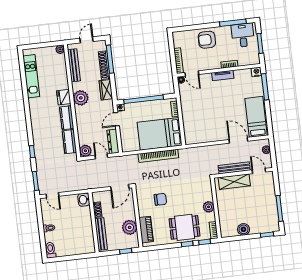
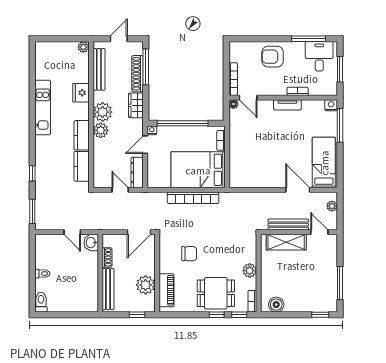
kitchen unit: (31, 76) -> (43, 107), moved
fridge: (64, 97) -> (81, 93), moved
plant: (85, 151) -> (101, 130), moved
door: (52, 195) -> (72, 232), moved
boiler: (244, 229) -> (276, 305), moved

